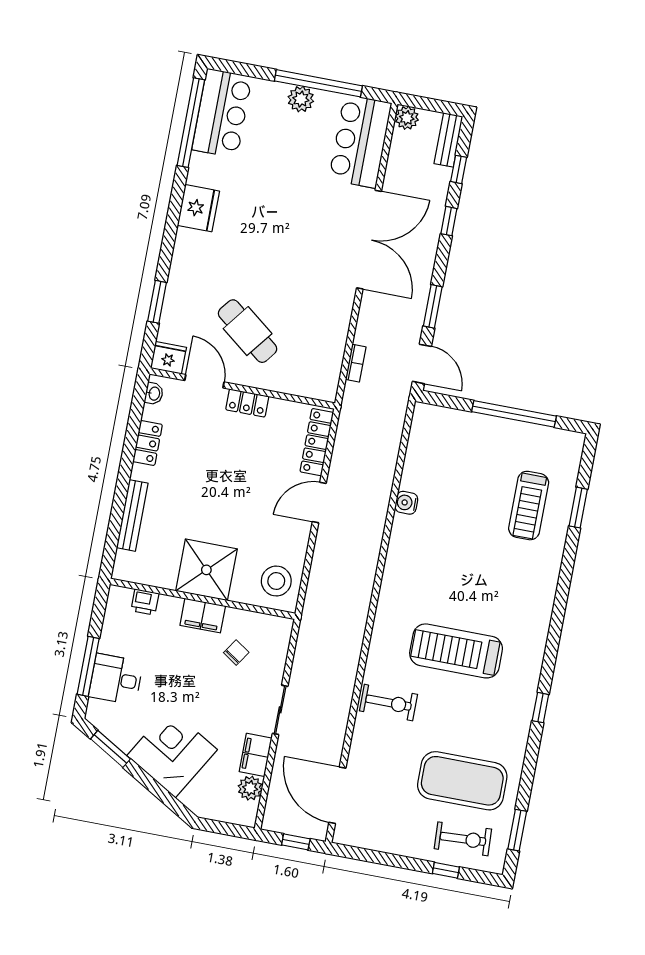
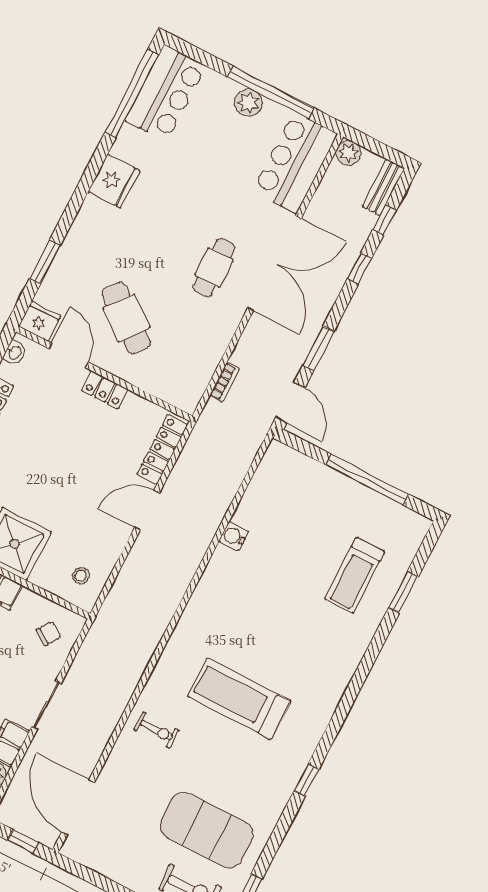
cafe table: (314, 260) -> (214, 268), added
stool: (276, 581) -> (81, 576), width x0.53, depth x0.53
chair: (236, 653) -> (49, 633), moved
exercise bike: (388, 703) -> (156, 730), width x0.73, depth x0.72

